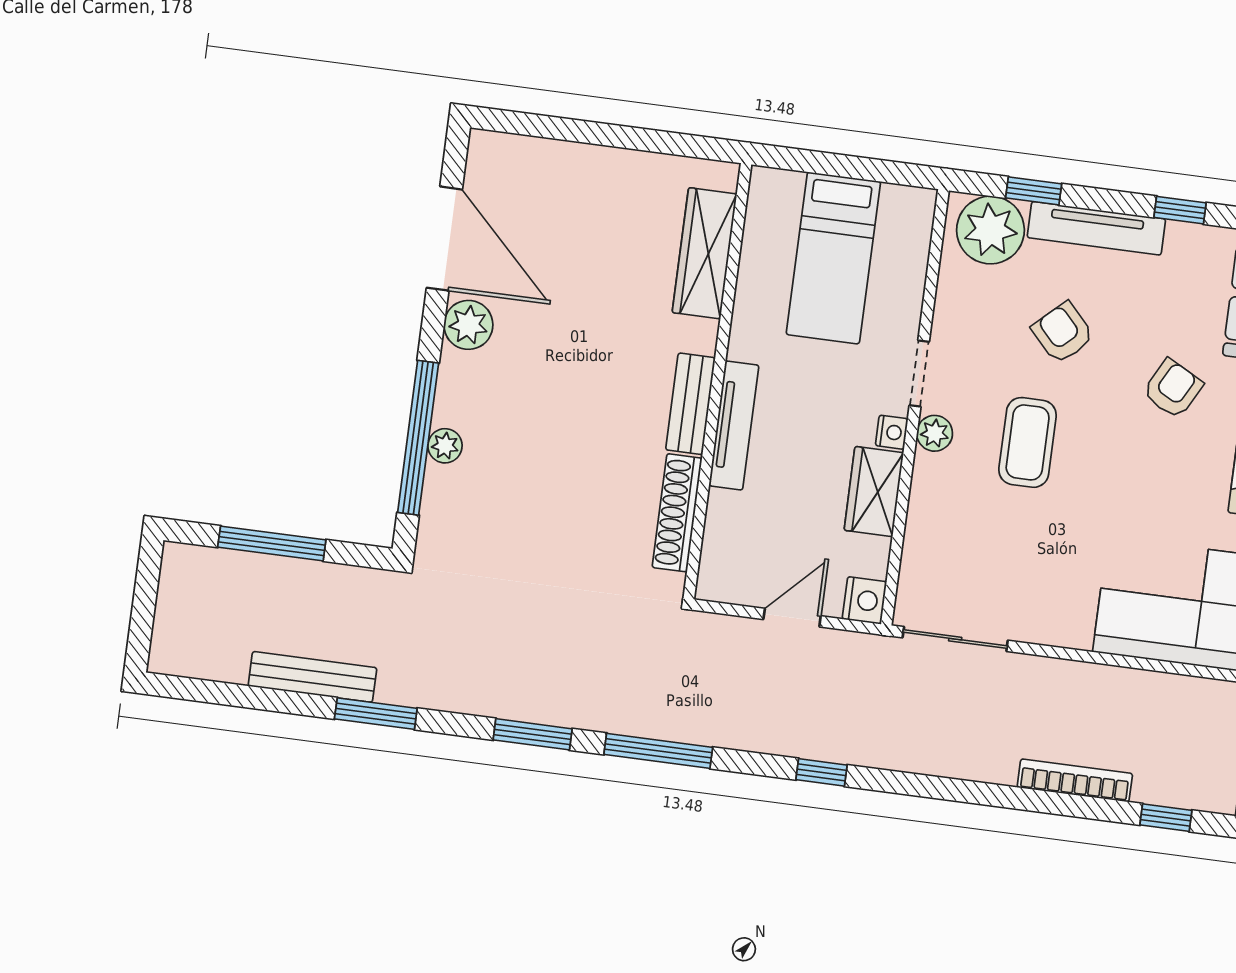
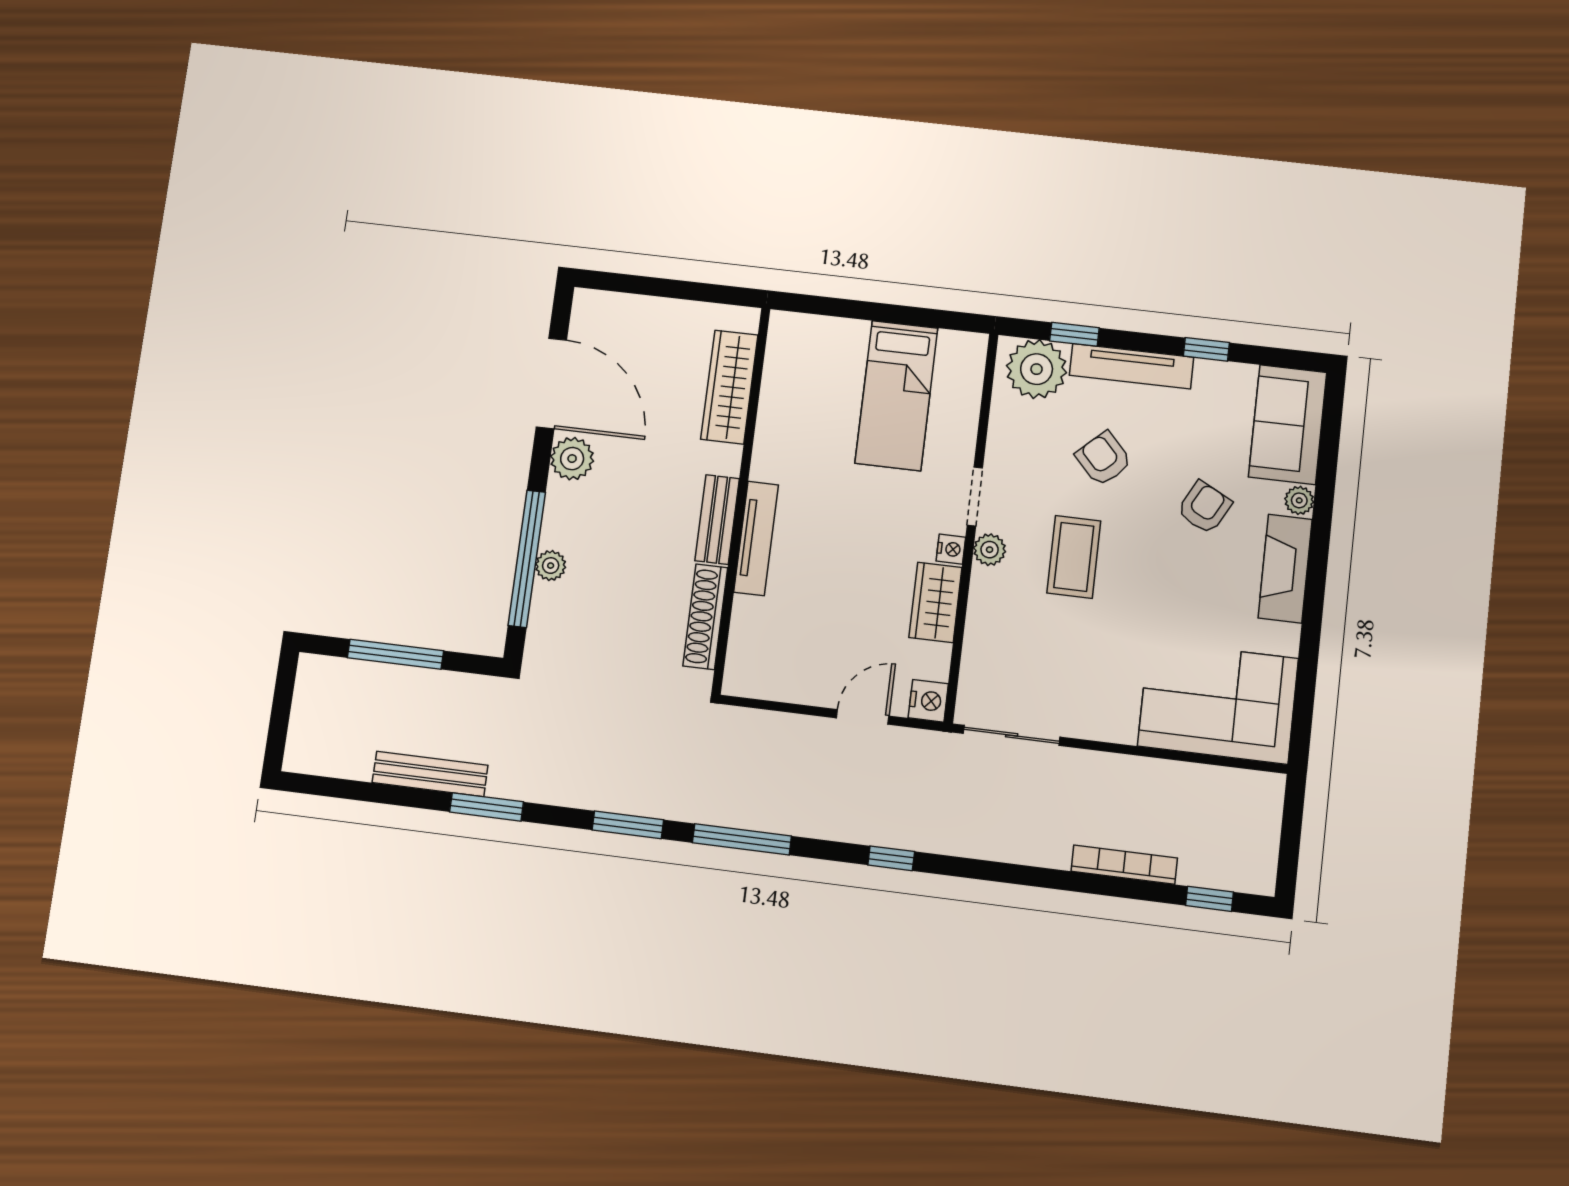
wardrobe: (705, 253) -> (729, 387), moved
wall: (717, 381) -> (741, 499), moved
bench: (690, 404) -> (717, 520), moved
tv unit: (734, 426) -> (756, 538), moved
shoe rack: (677, 513) -> (705, 617), moved

